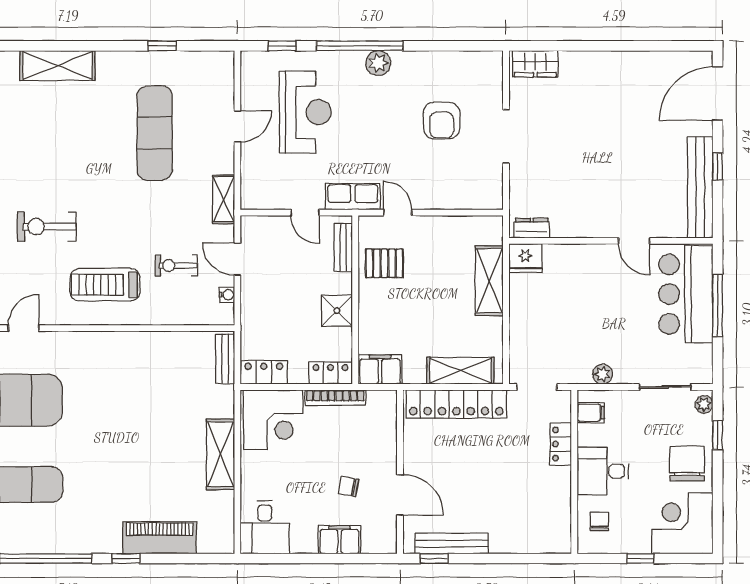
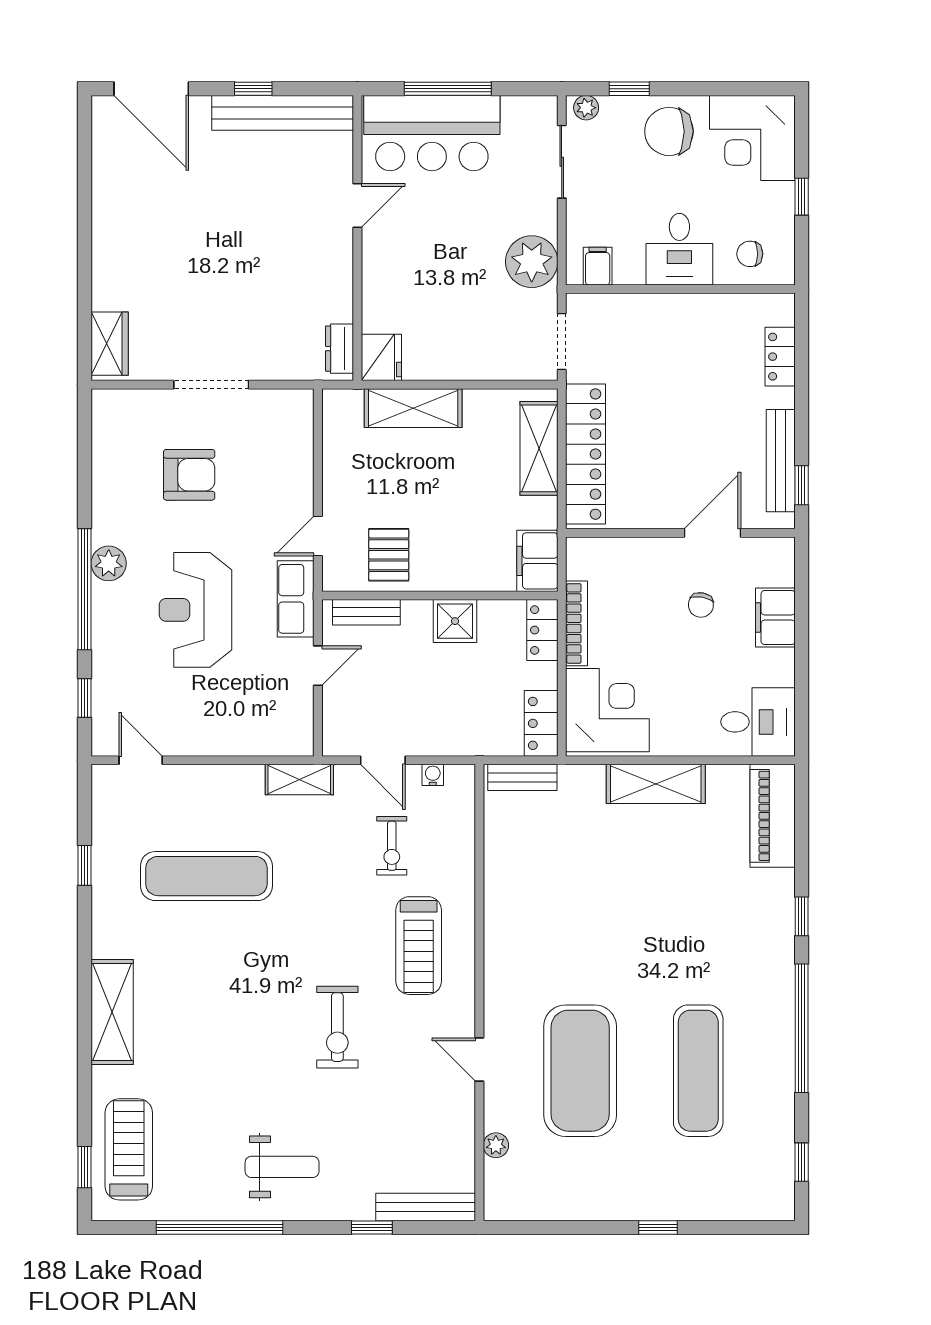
reception desk: (305, 112) -> (195, 610), moved, turned -90
door: (237, 126) -> (141, 760), moved
door: (237, 259) -> (383, 760), hinge flipped
plant: (603, 374) -> (532, 262), width x1.87, depth x1.87
locker: (561, 444) -> (780, 357), moved, turned 90
piano: (160, 538) -> (773, 816), moved

